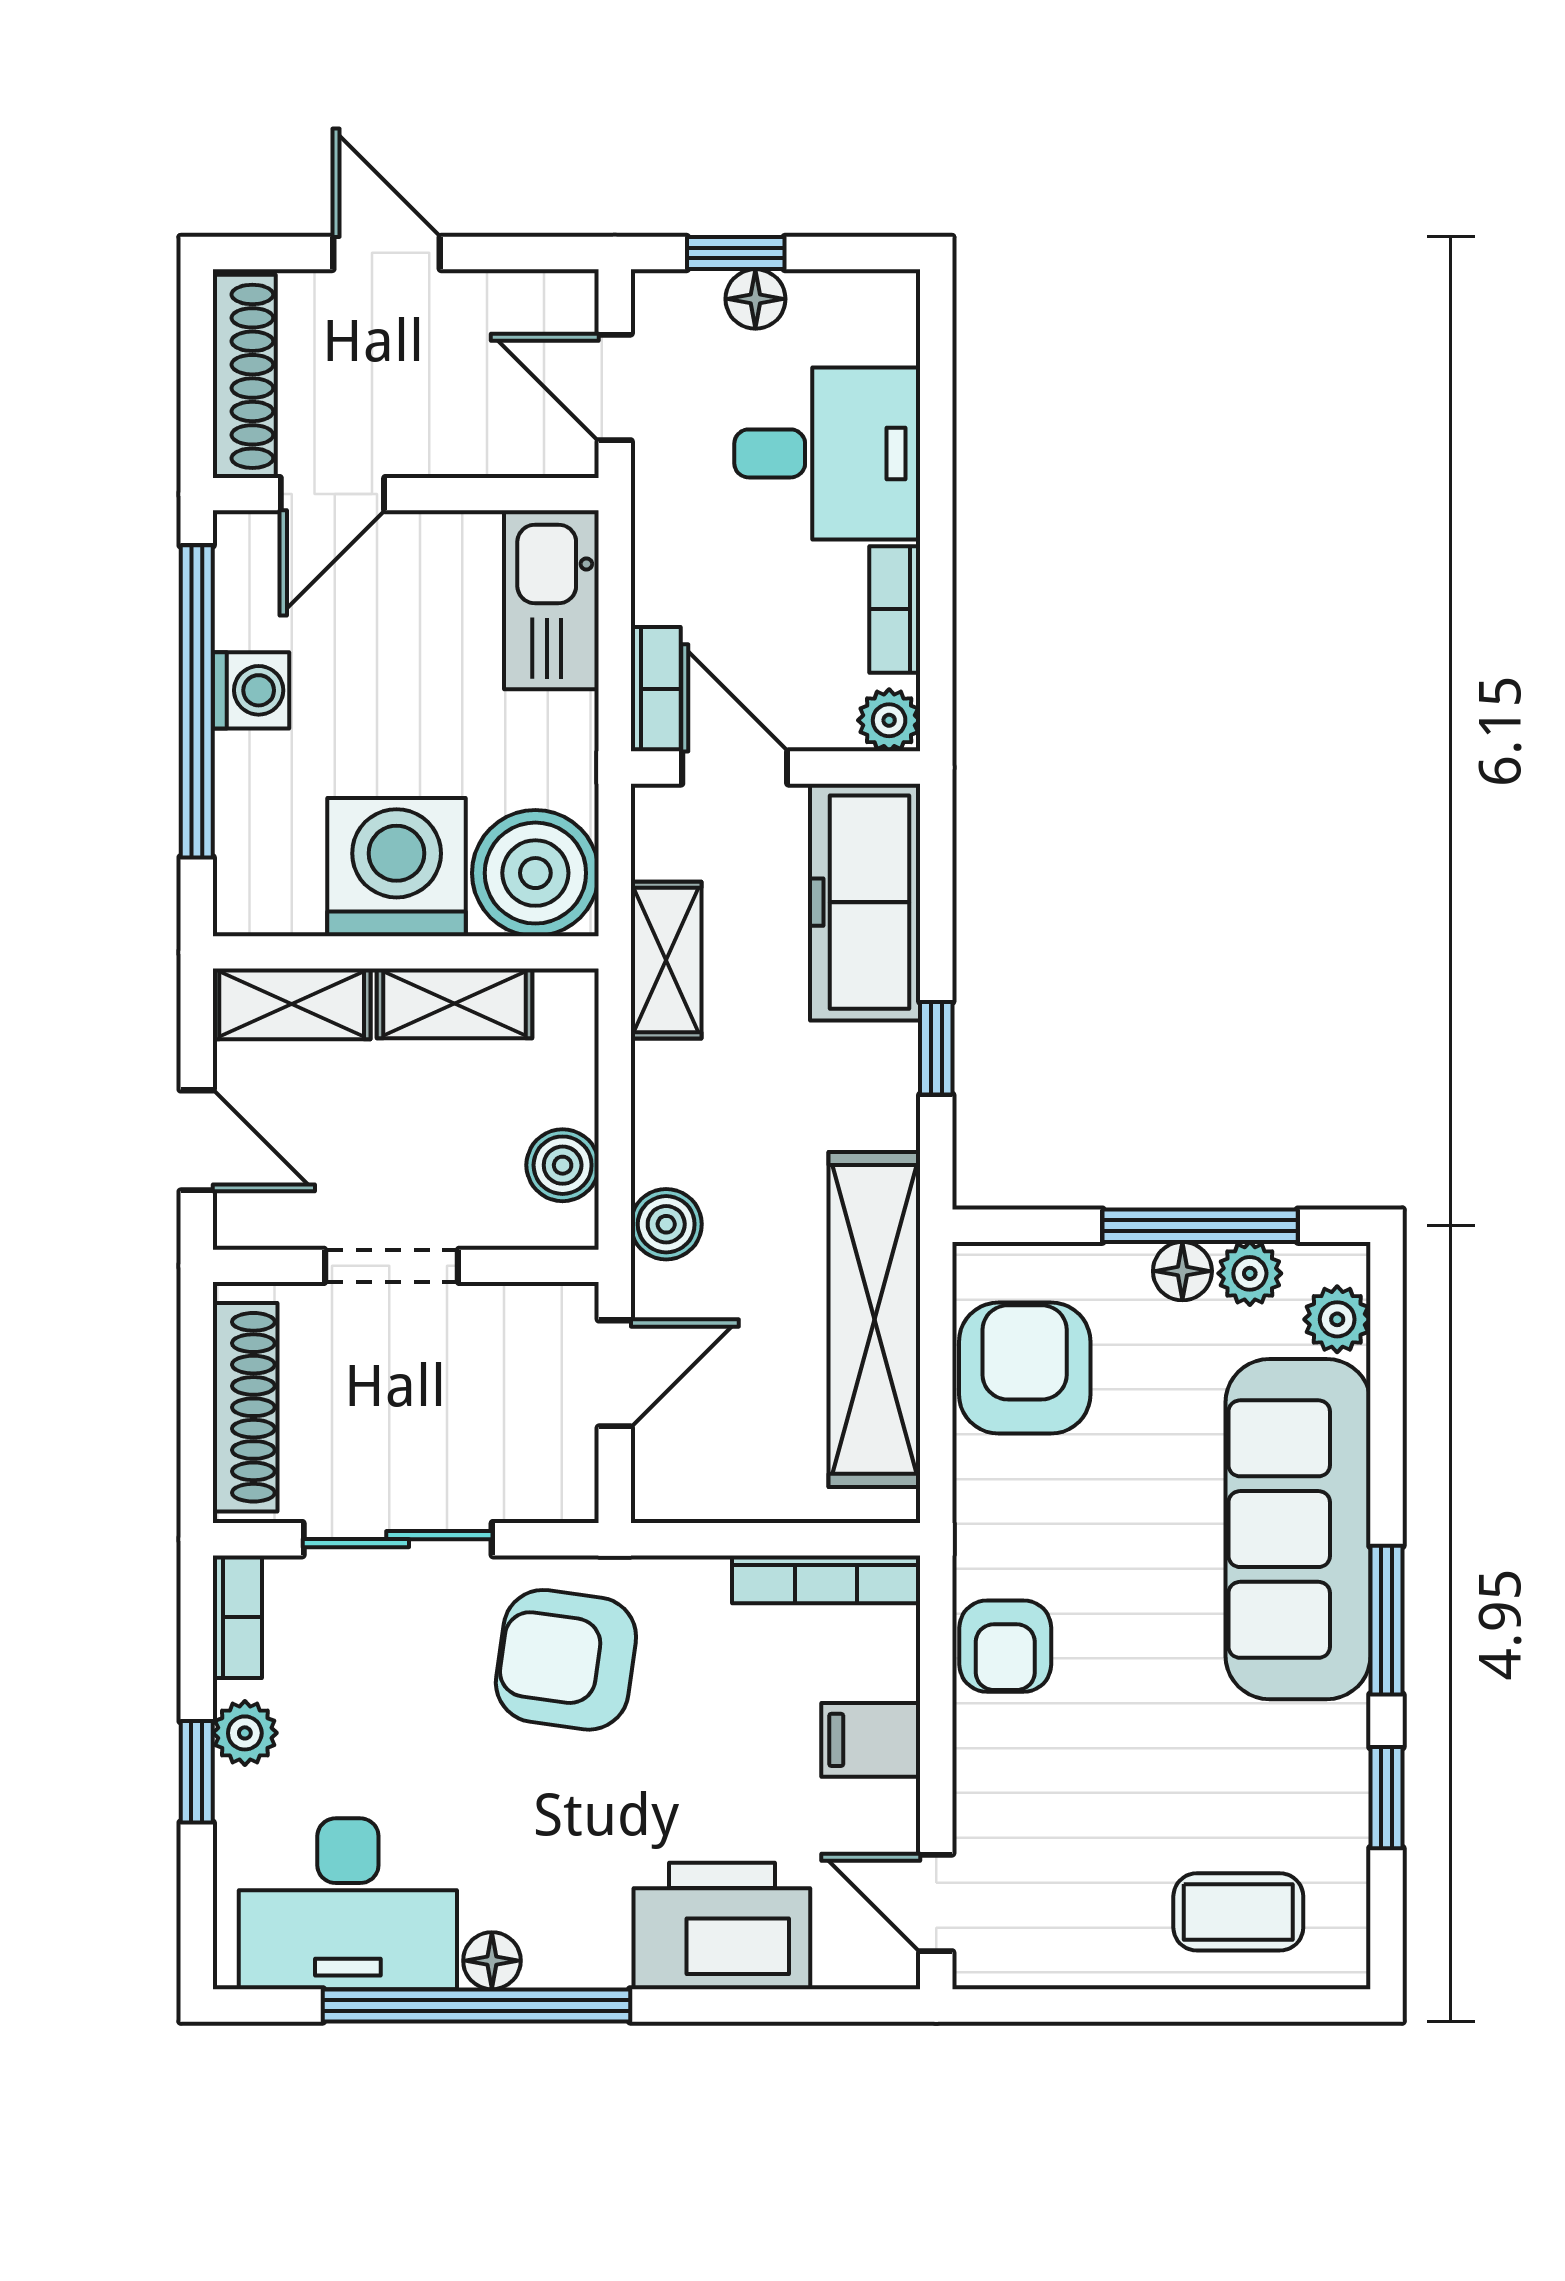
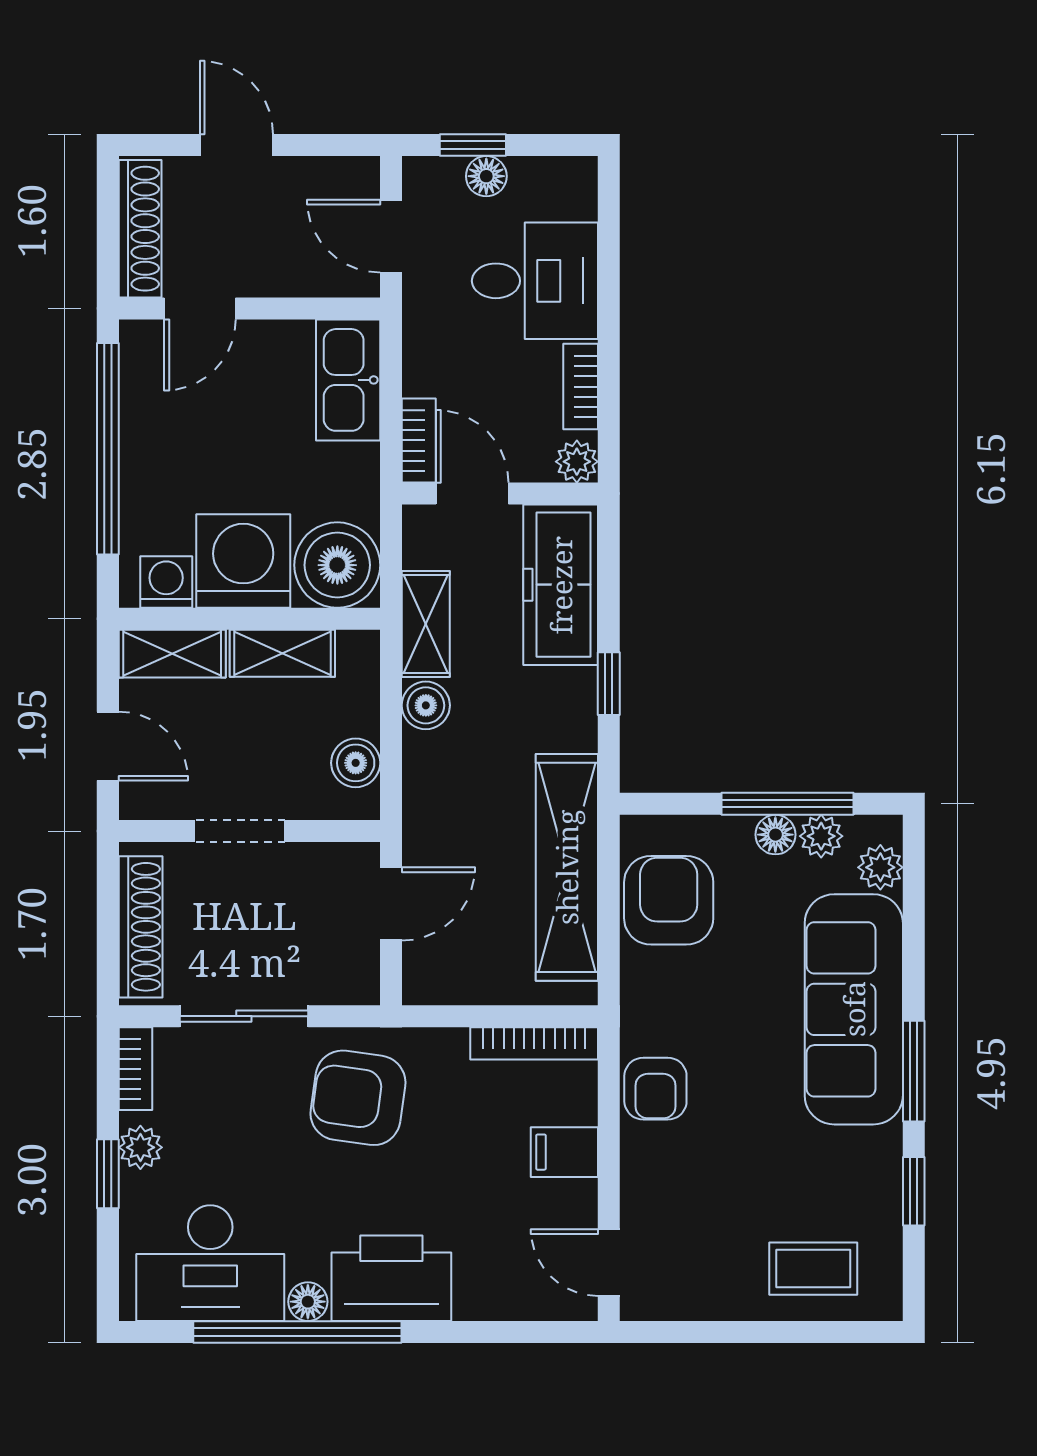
washing machine: (251, 690) -> (166, 582), moved, turned -90
boiler: (666, 1224) -> (426, 705), moved
printer: (722, 1926) -> (391, 1278), moved

